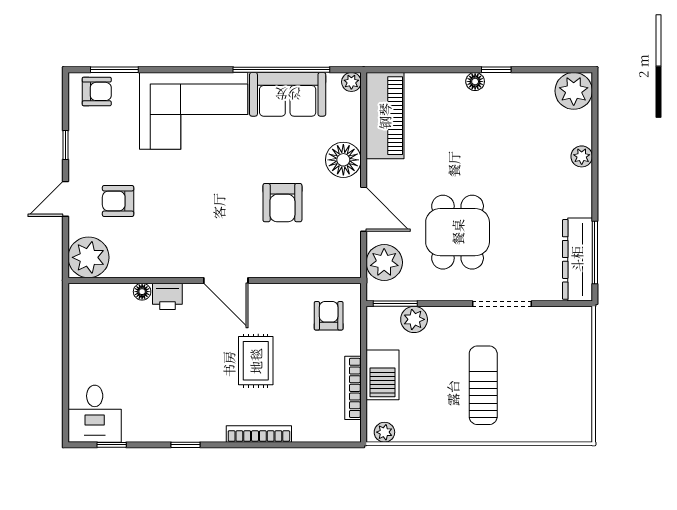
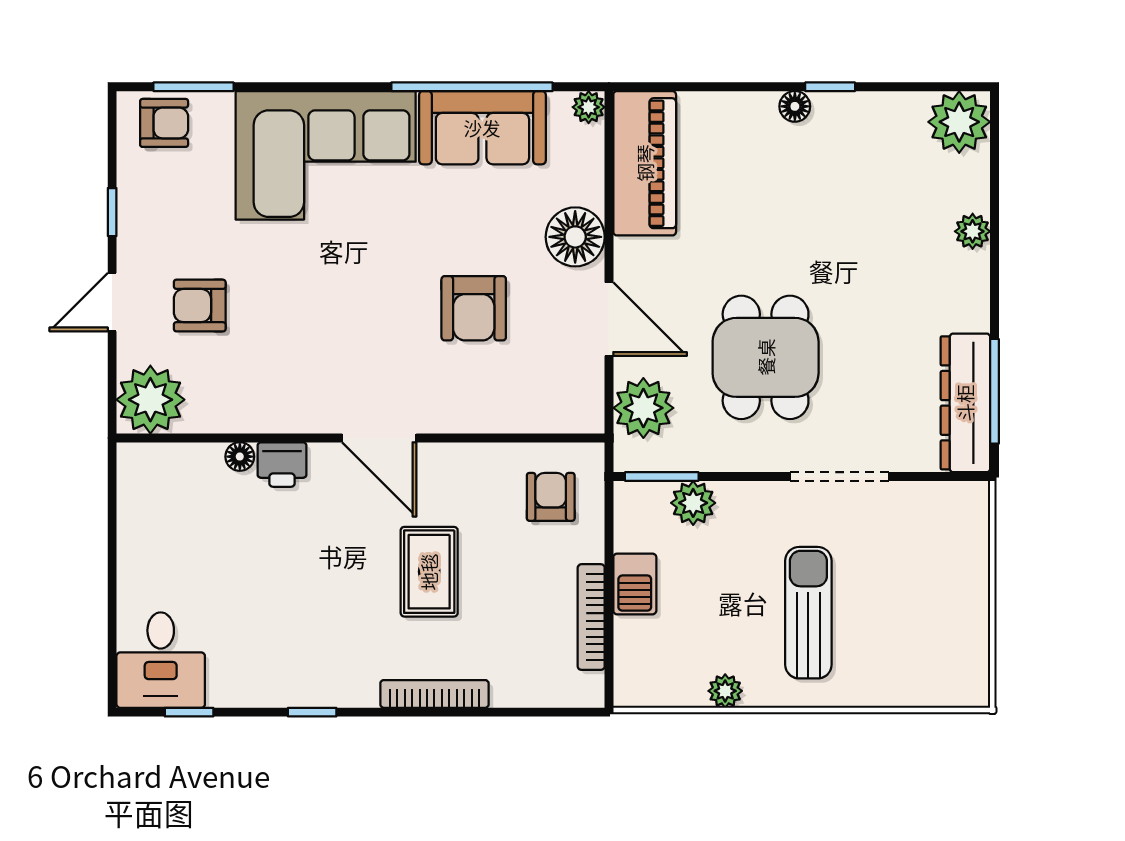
barbecue: (383, 375) -> (635, 584), width x0.73, depth x0.79
plant: (384, 432) -> (725, 691), moved

